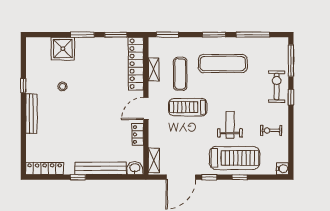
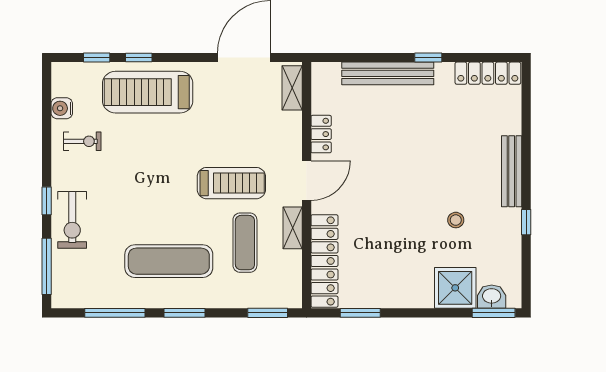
window: (82, 35) -> (494, 313), moved
shelving: (154, 69) -> (293, 228), moved
weight bench: (230, 125) -> (156, 151), removed
washbasin: (135, 168) -> (492, 297), moved, turned 180
water cooler: (282, 169) -> (62, 108), moved
window: (209, 177) -> (97, 58), moved

